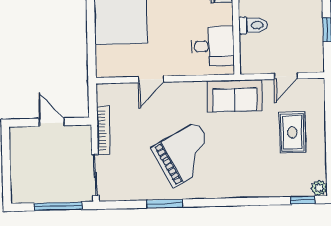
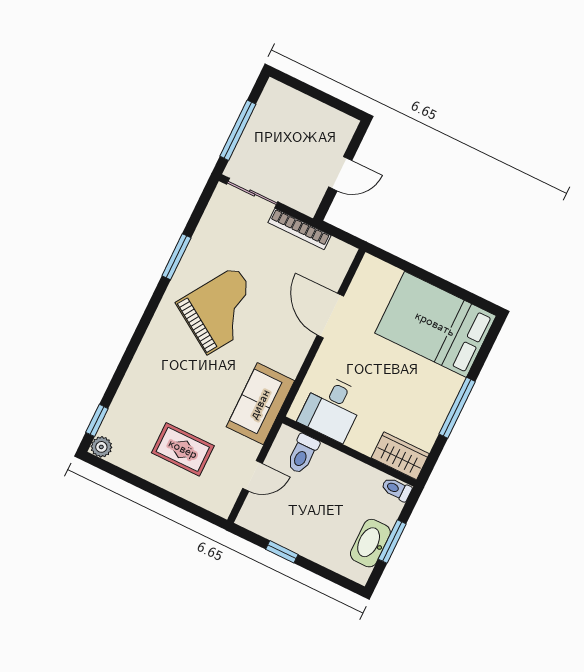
toilet: (253, 25) -> (303, 454), moved
door: (286, 76) -> (253, 476), swing flipped
door: (151, 79) -> (330, 316), width x1.38
grand piano: (185, 154) -> (222, 310), turned -119

